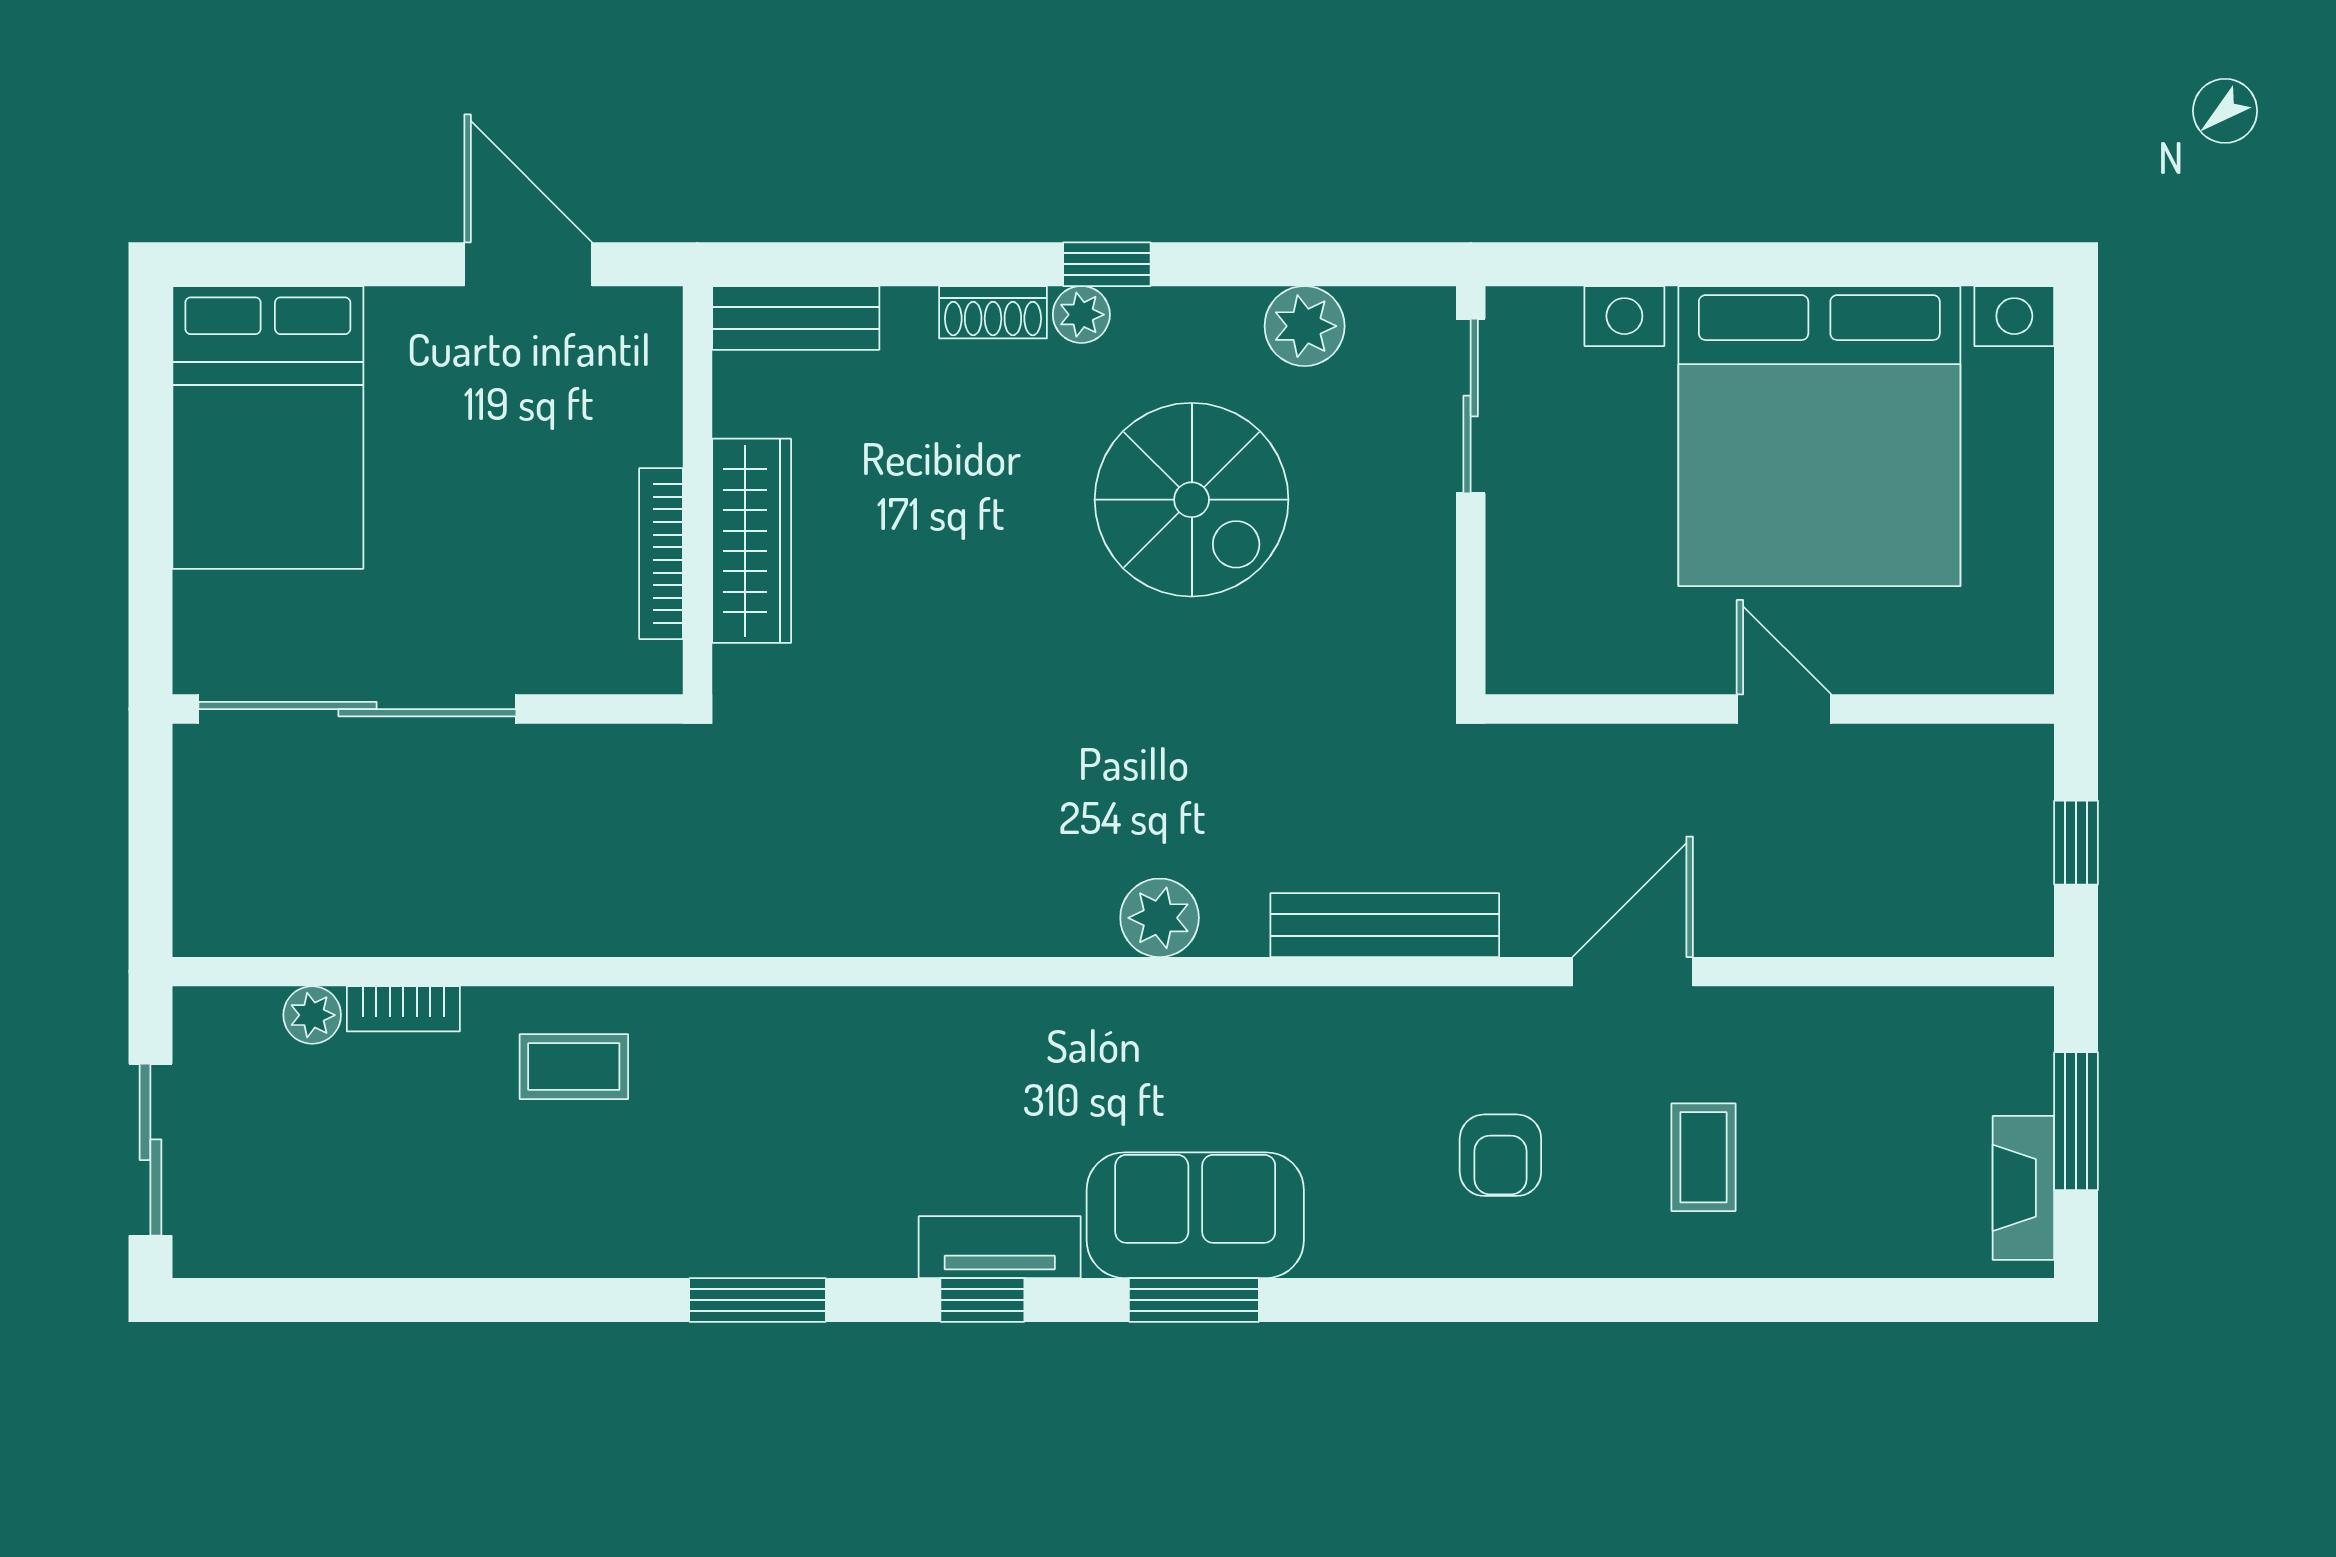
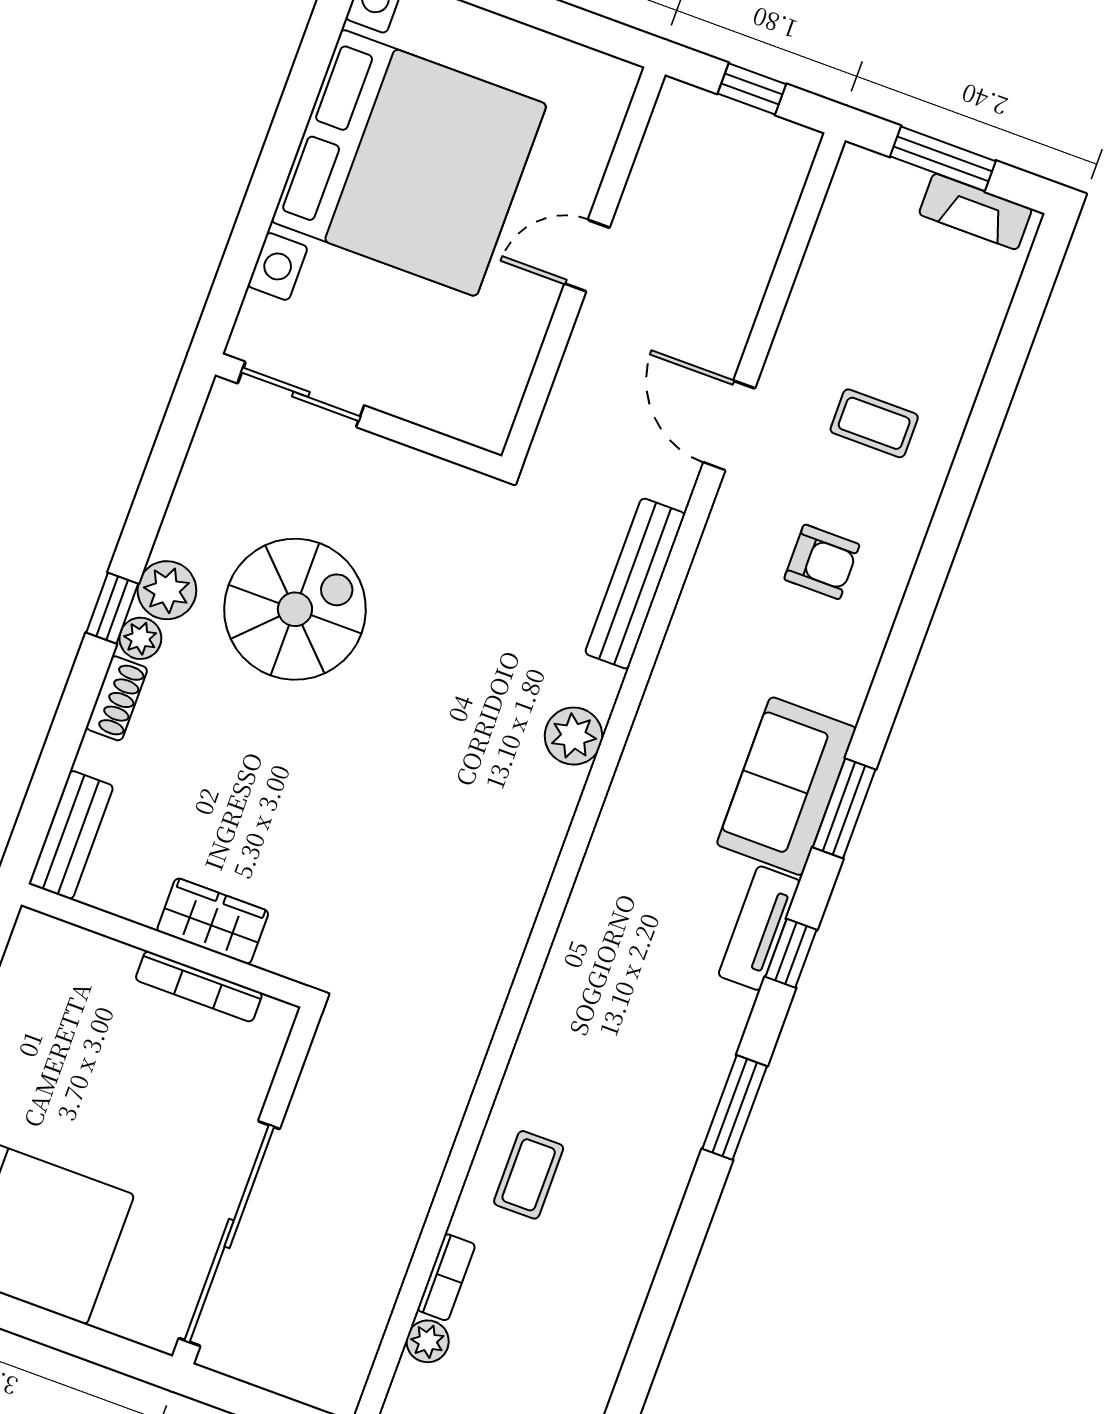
plant: (1305, 326) -> (167, 590), moved
wardrobe: (752, 541) -> (213, 921), width x0.67

